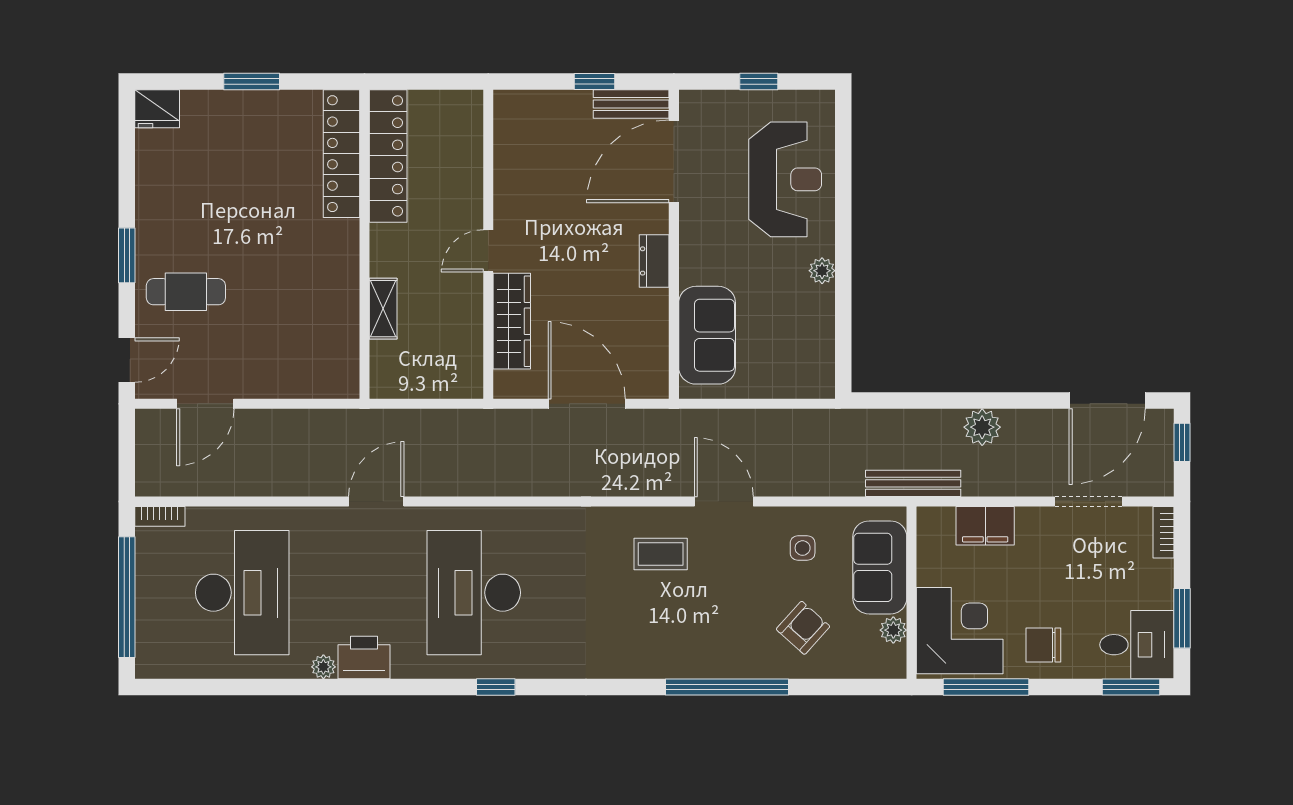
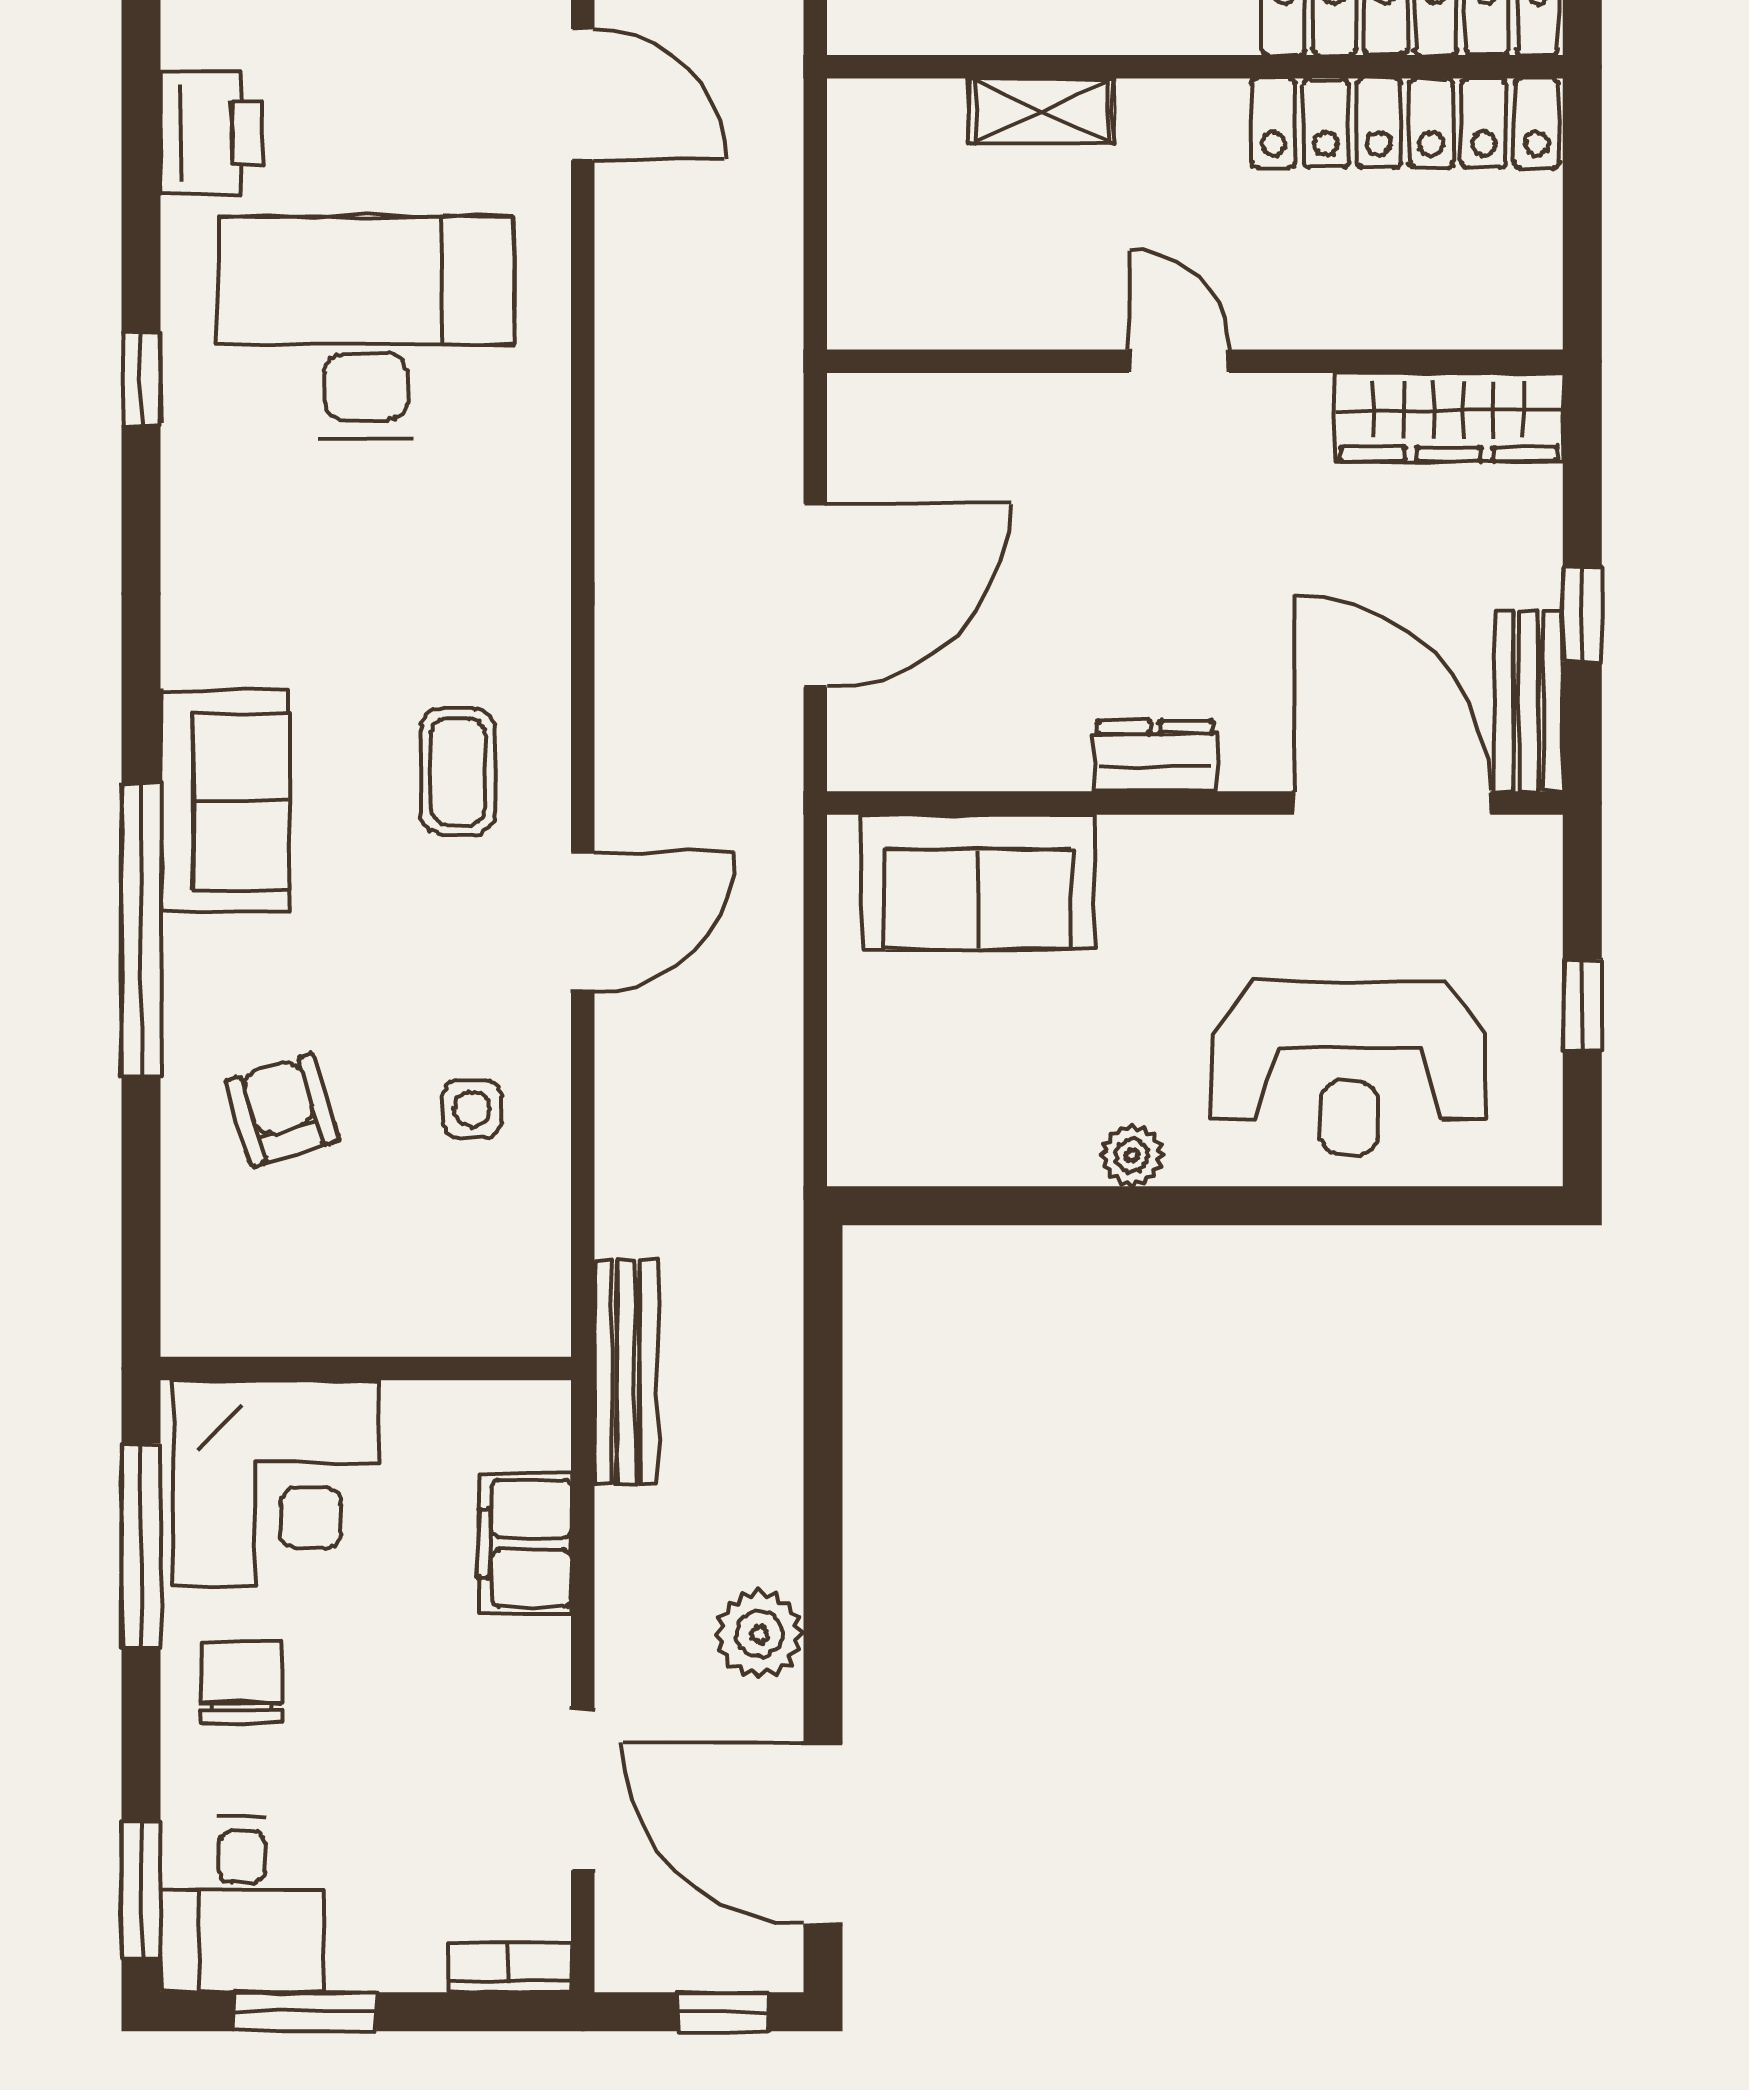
wardrobe: (512, 321) -> (1449, 417), moved
plant: (982, 427) -> (760, 1634), moved
sofa: (880, 567) -> (225, 801), moved, turned 90
armchair: (803, 628) -> (282, 1110), turned -149
plant: (893, 630) -> (277, 1325), removed
printer: (364, 658) -> (211, 133), moved

